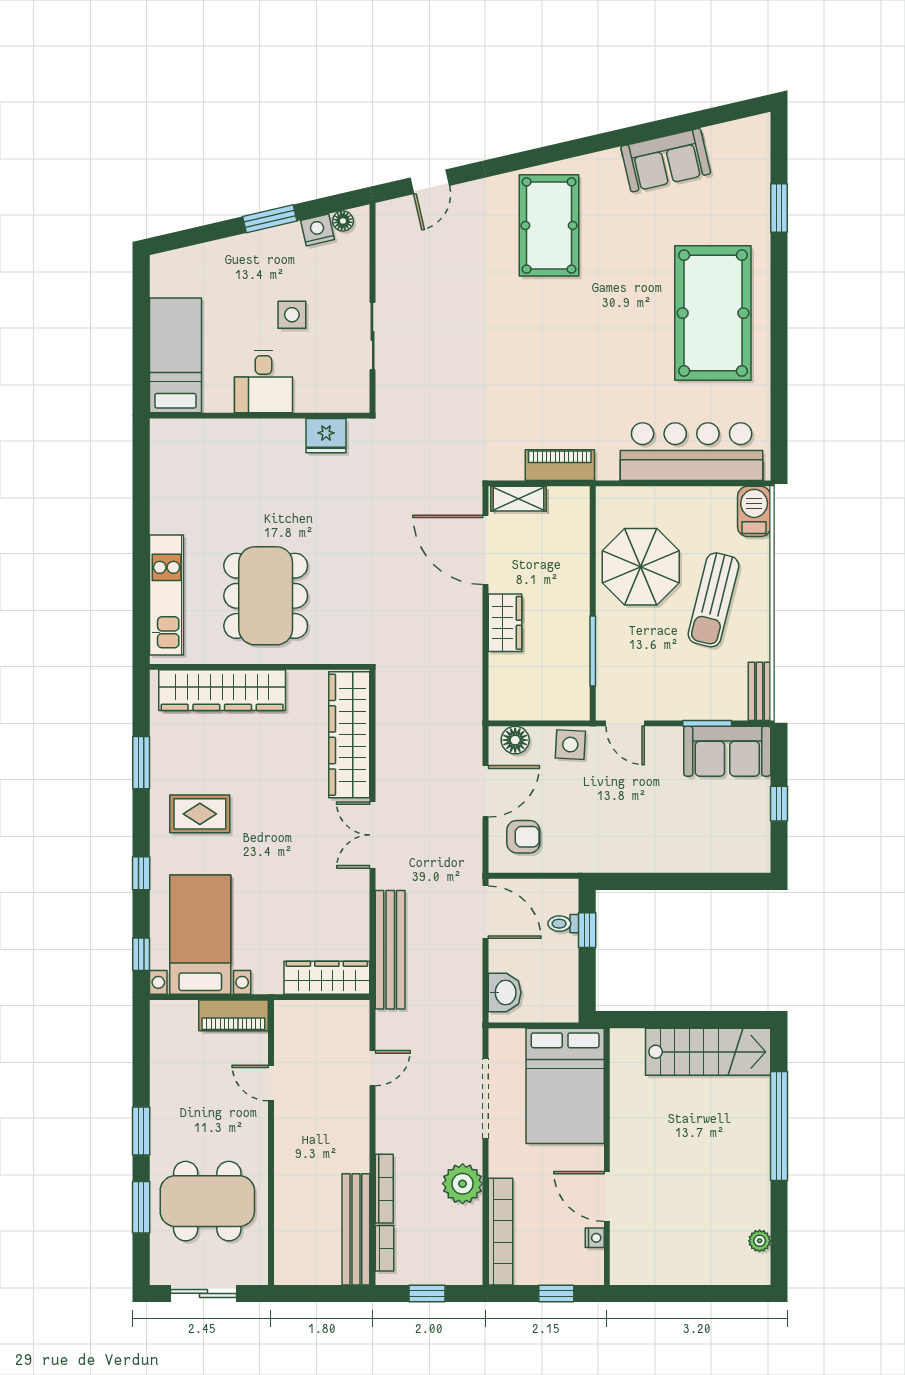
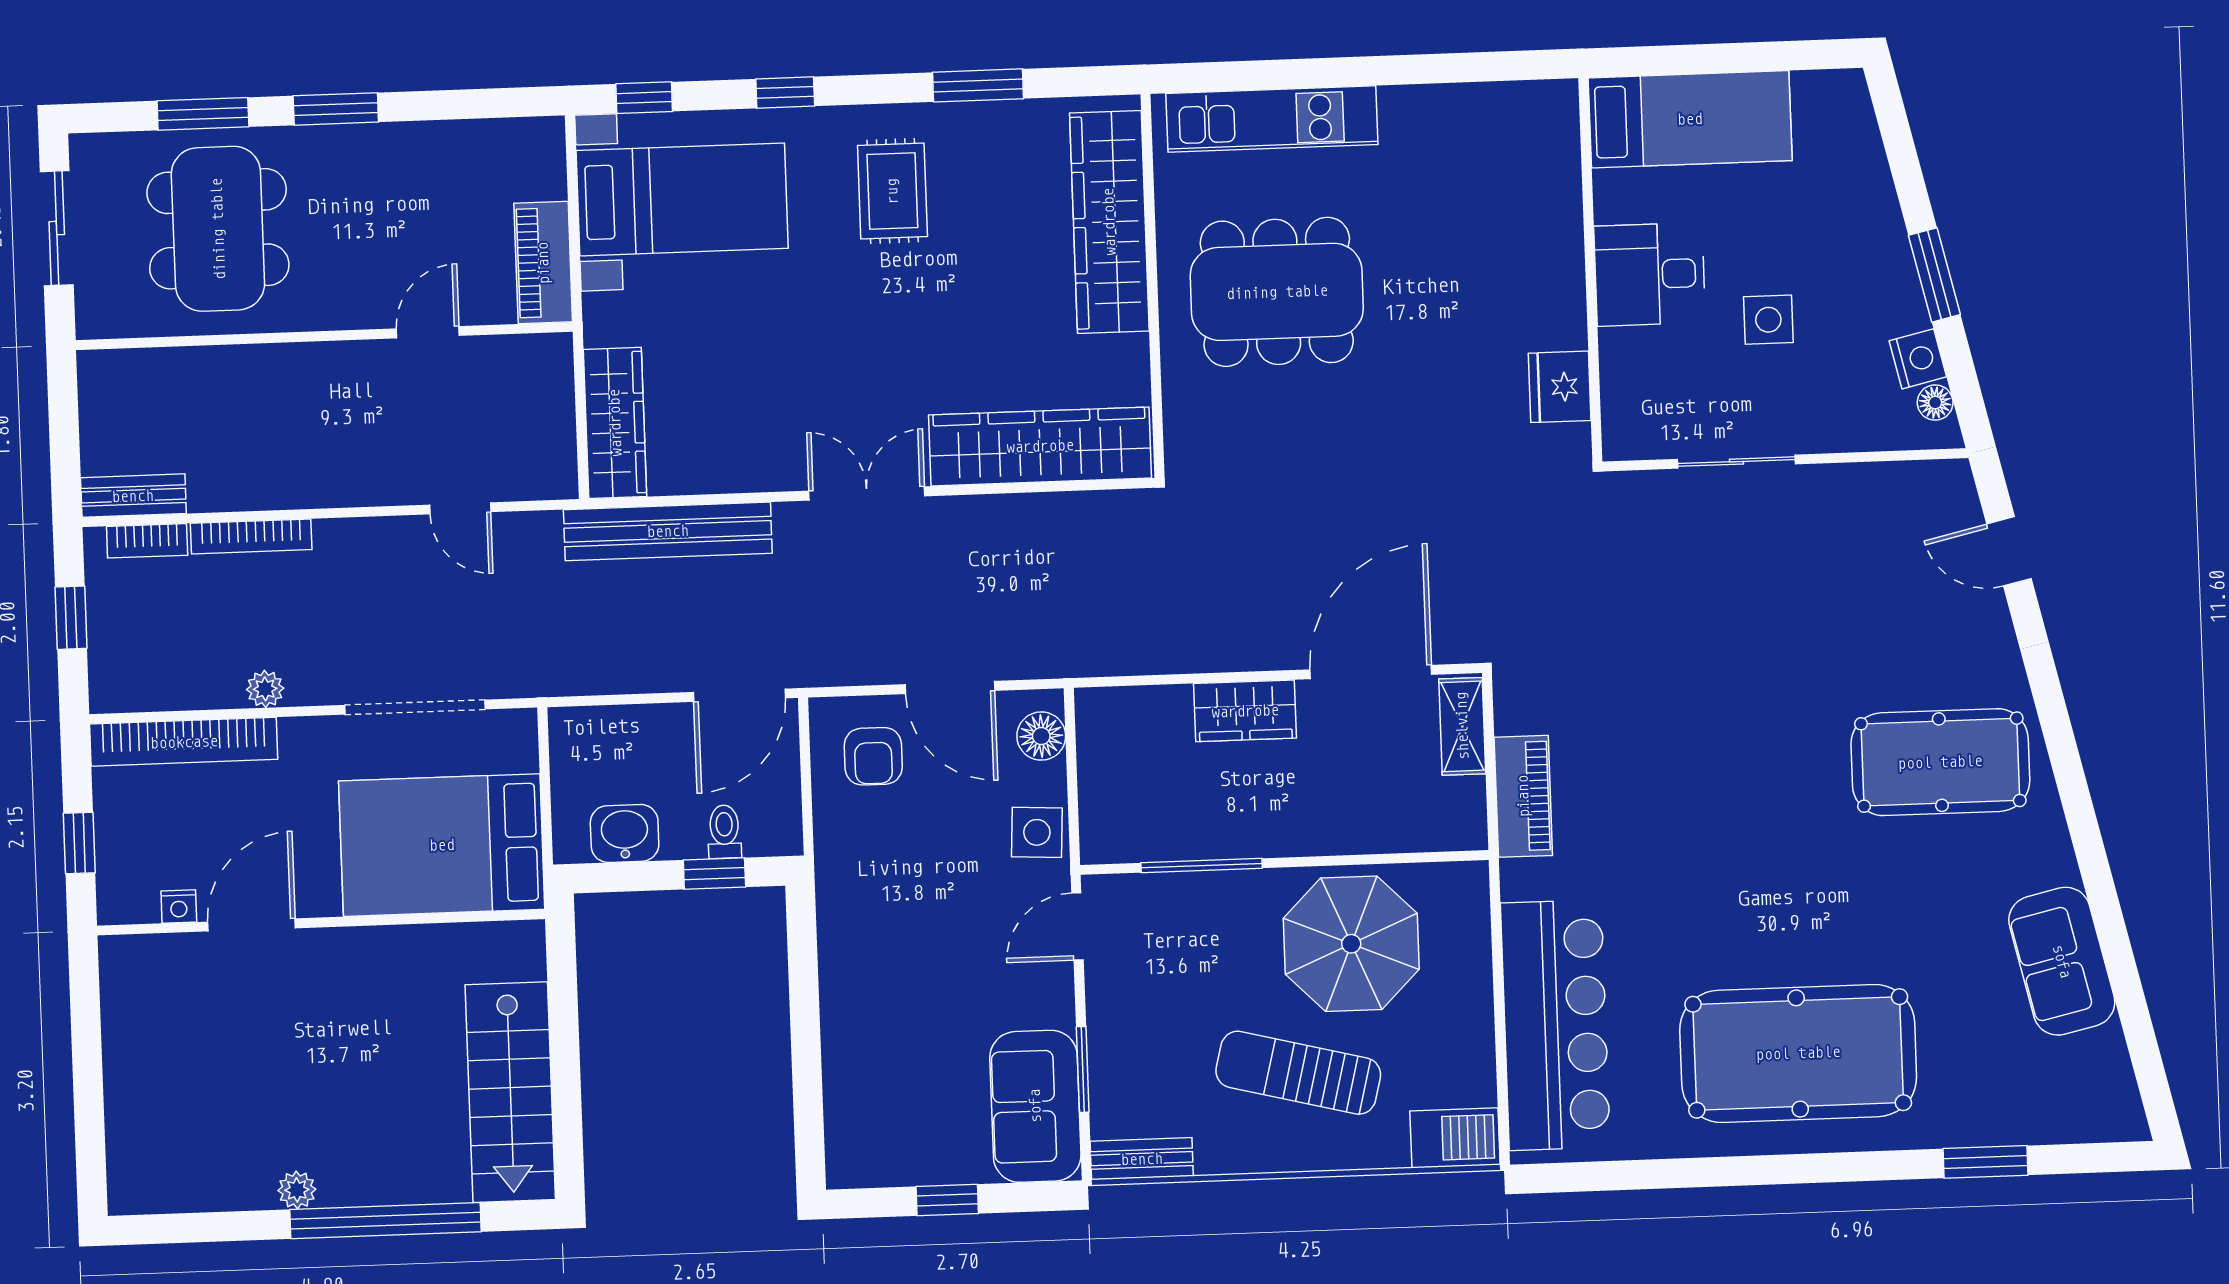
washbasin: (505, 993) -> (625, 833), moved, turned 180
plant: (463, 1184) -> (265, 689), width x0.53, depth x0.53
bench: (356, 1229) -> (133, 496), width x0.54, depth x0.82
plant: (760, 1241) -> (297, 1190), moved

